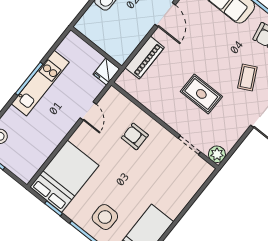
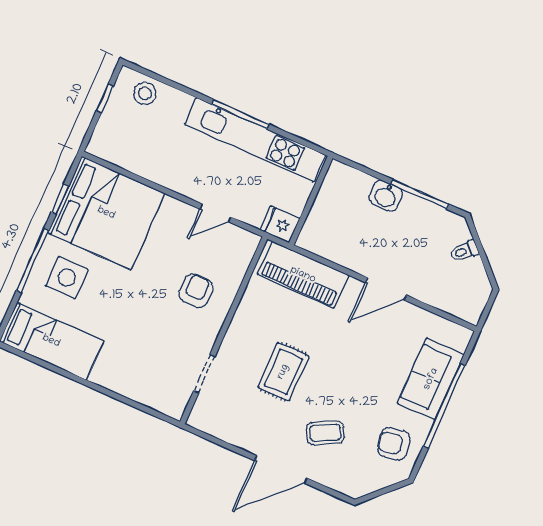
piano: (145, 58) -> (303, 275), width x1.37, depth x1.33
kitchen unit: (40, 83) -> (255, 140), width x1.36
plant: (217, 154) -> (201, 418), removed
bed: (64, 176) -> (106, 213), width x1.36

